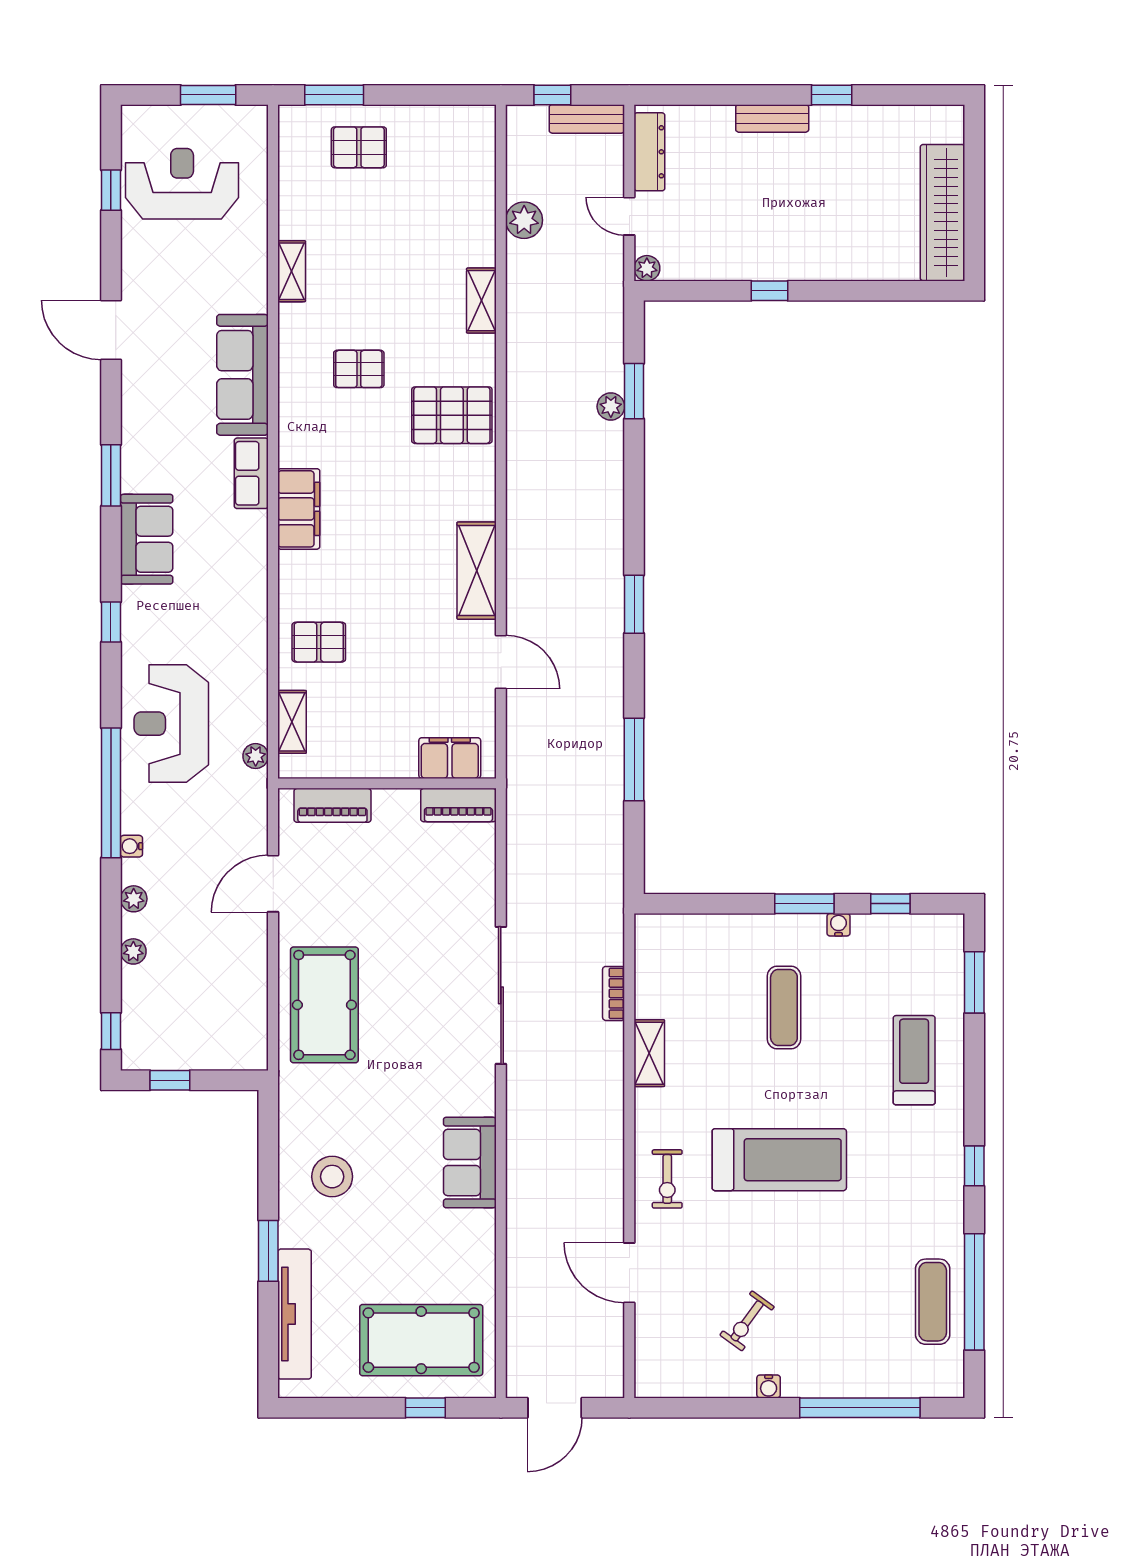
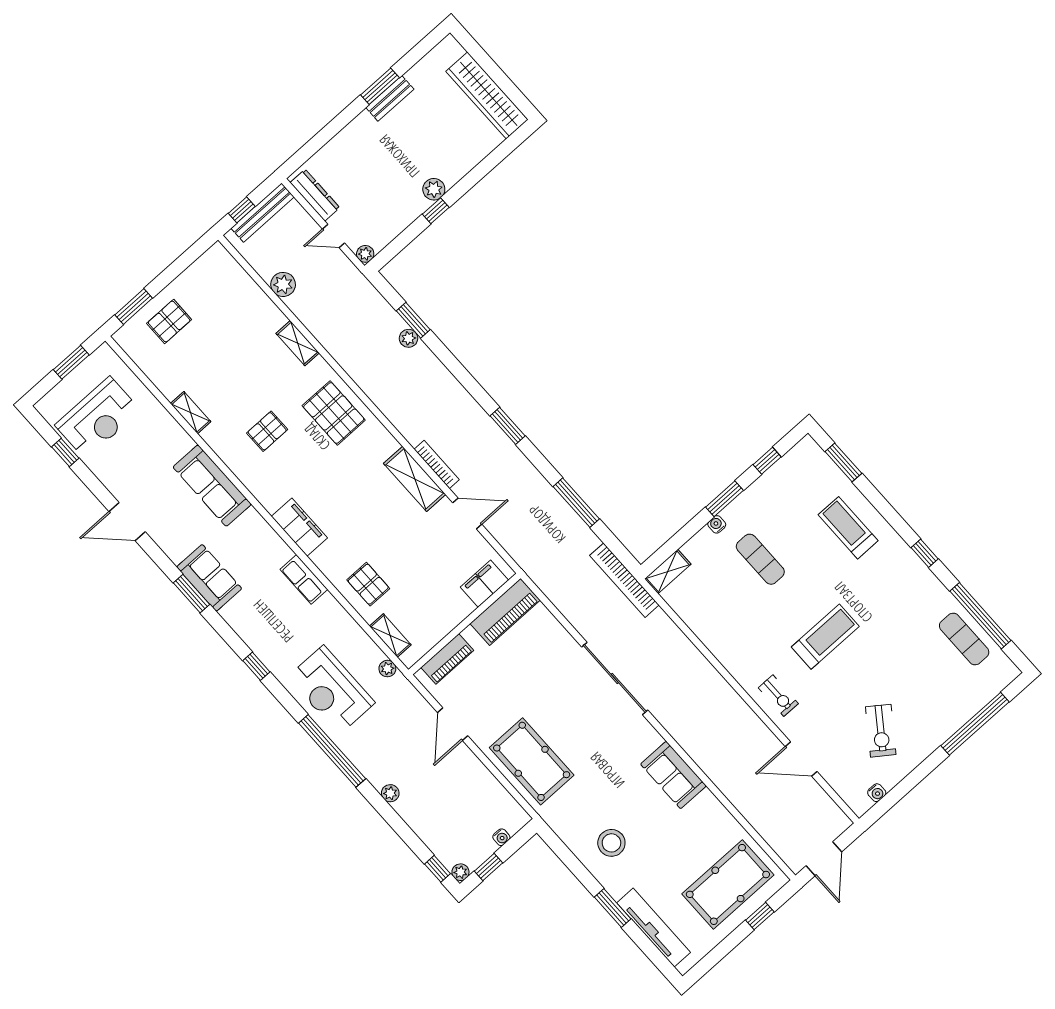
window: (832, 95) -> (380, 86), width x1.50
bench: (772, 118) -> (390, 98), moved
bench: (587, 119) -> (263, 213), width x1.36
reception desk: (182, 184) -> (98, 418), turned 180
plant: (789, 265) -> (434, 189), added
pallet: (452, 415) -> (334, 413), turned 90
row of seats: (251, 473) -> (304, 579), moved
sofa: (147, 539) -> (209, 578), moved
bookcase: (516, 576) -> (437, 464), added
pallet: (319, 642) -> (368, 584), turned 90
piano: (458, 805) -> (505, 612), width x1.37, depth x1.33
water cooler: (131, 846) -> (501, 837), moved, turned -90
water cooler: (838, 925) -> (717, 524), moved
plant: (133, 951) -> (460, 872), moved
bookcase: (614, 993) -> (624, 580), moved, width x2.31, depth x1.31
shelving: (649, 1053) -> (668, 572), moved, turned 90
treadmill: (779, 1160) -> (825, 637), width x0.73, depth x0.73
exercise bike: (747, 1321) -> (881, 731), width x1.38, depth x1.39
water cooler: (769, 1386) -> (877, 793), moved

